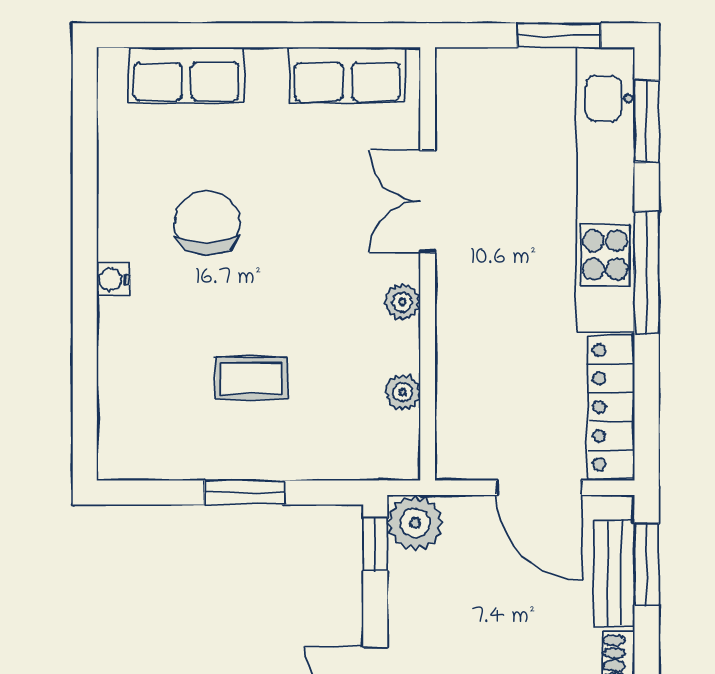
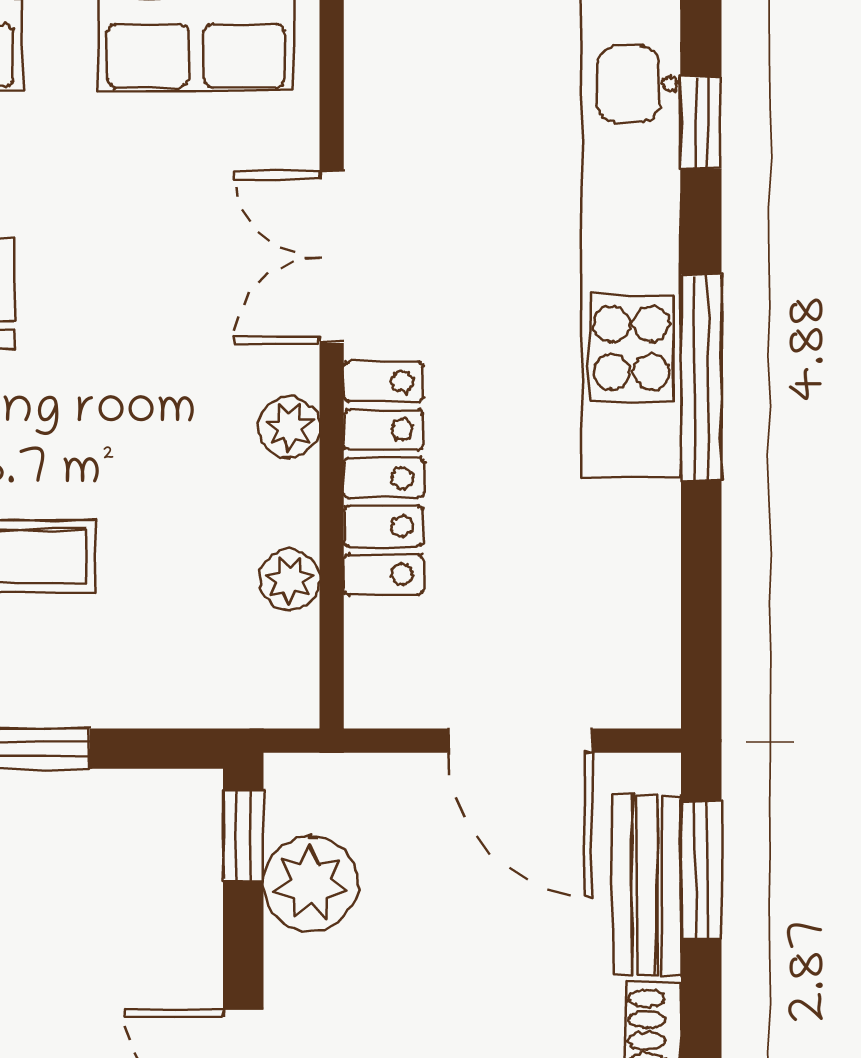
window: (647, 121) -> (701, 122), width x0.67
locker: (611, 407) -> (384, 478), moved, turned 180
plant: (415, 523) -> (311, 884), moved

